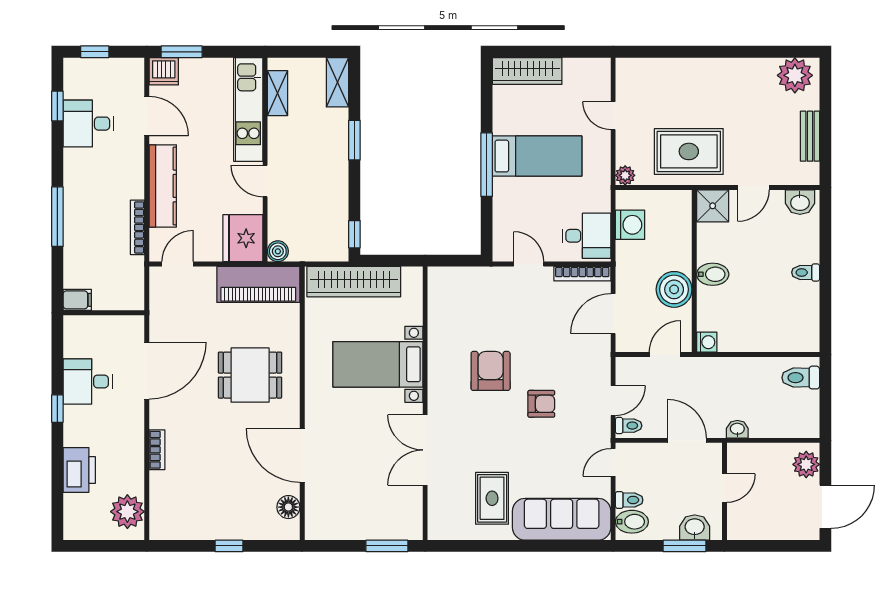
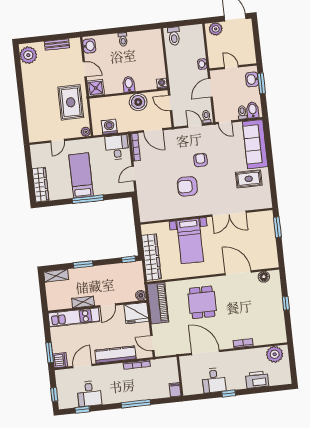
shelving: (277, 93) -> (83, 302), moved
door: (302, 455) -> (238, 273), swing flipped

